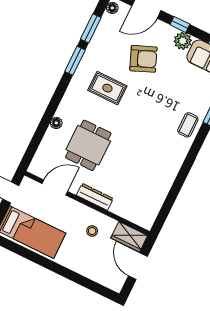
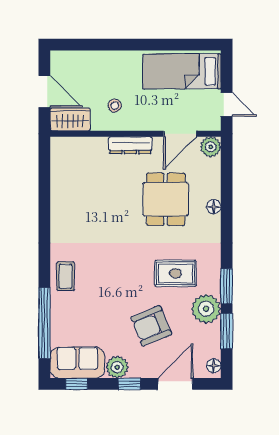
plant: (98, 52) -> (206, 309), added
plant: (37, 167) -> (211, 147), added

